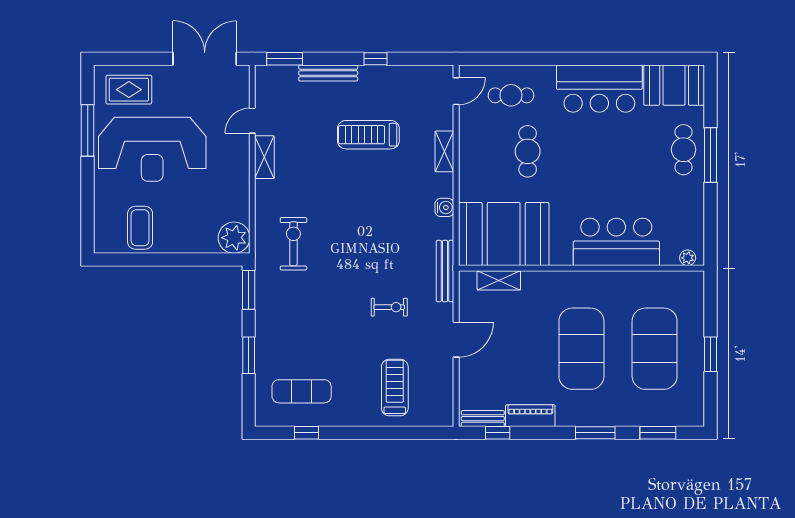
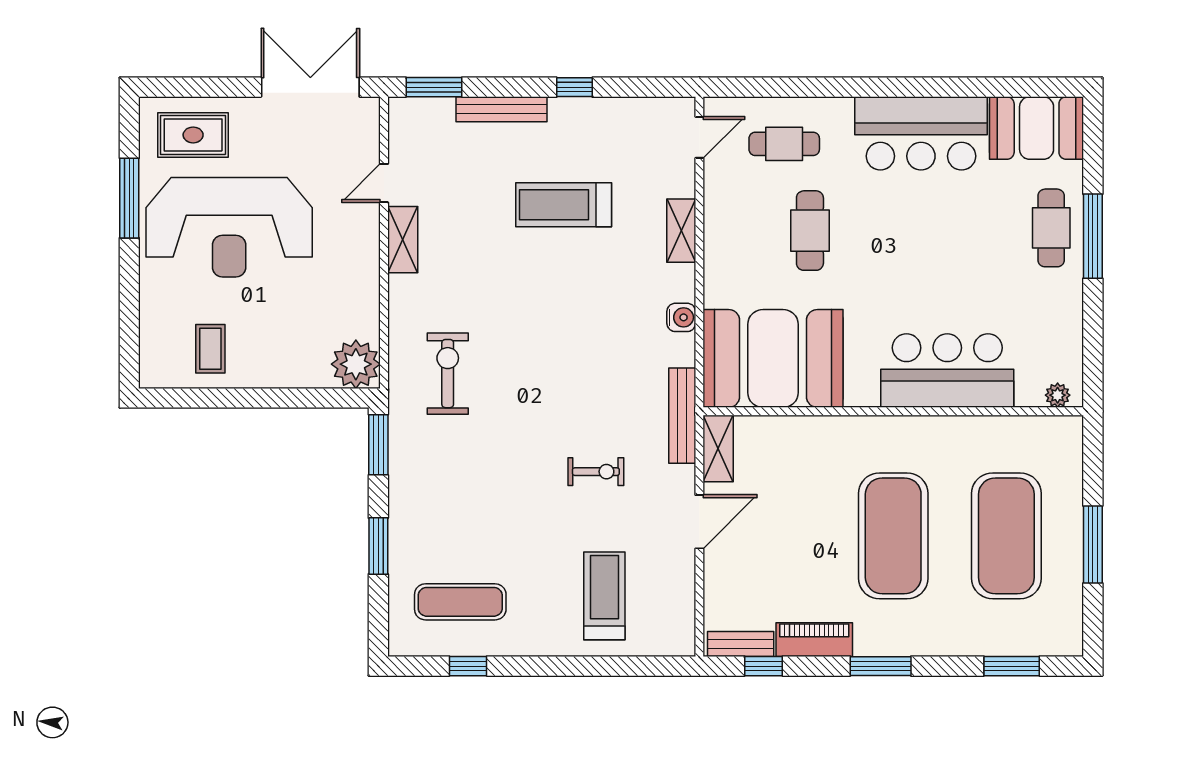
coffee table: (140, 228) -> (210, 349), width x0.73, depth x0.77
shelving: (499, 280) -> (718, 448), moved, turned 90
window: (710, 354) -> (1093, 545), width x1.44
window: (595, 433) -> (881, 666), moved

